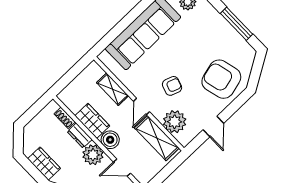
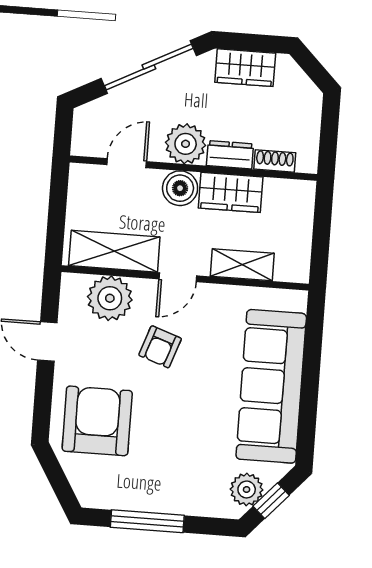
armchair: (221, 79) -> (97, 421), turned -76
door: (141, 106) -> (178, 277), swing flipped

